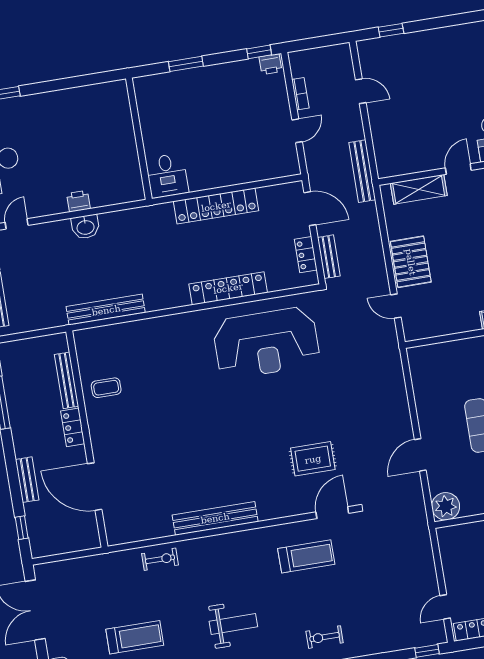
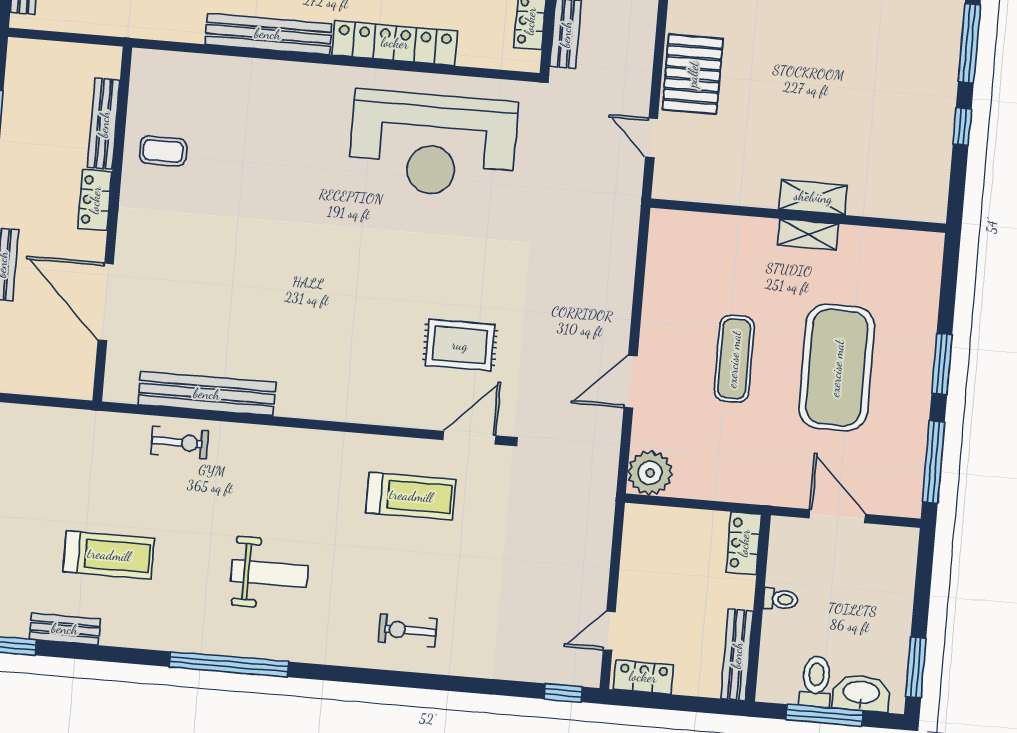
bench: (106, 310) -> (268, 34), moved
bench: (215, 518) -> (207, 394), moved

